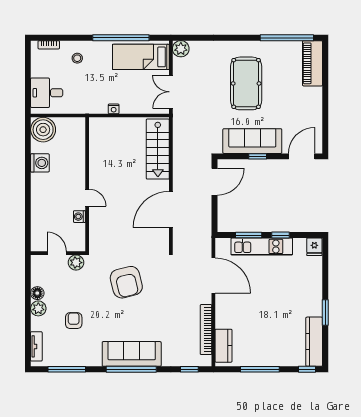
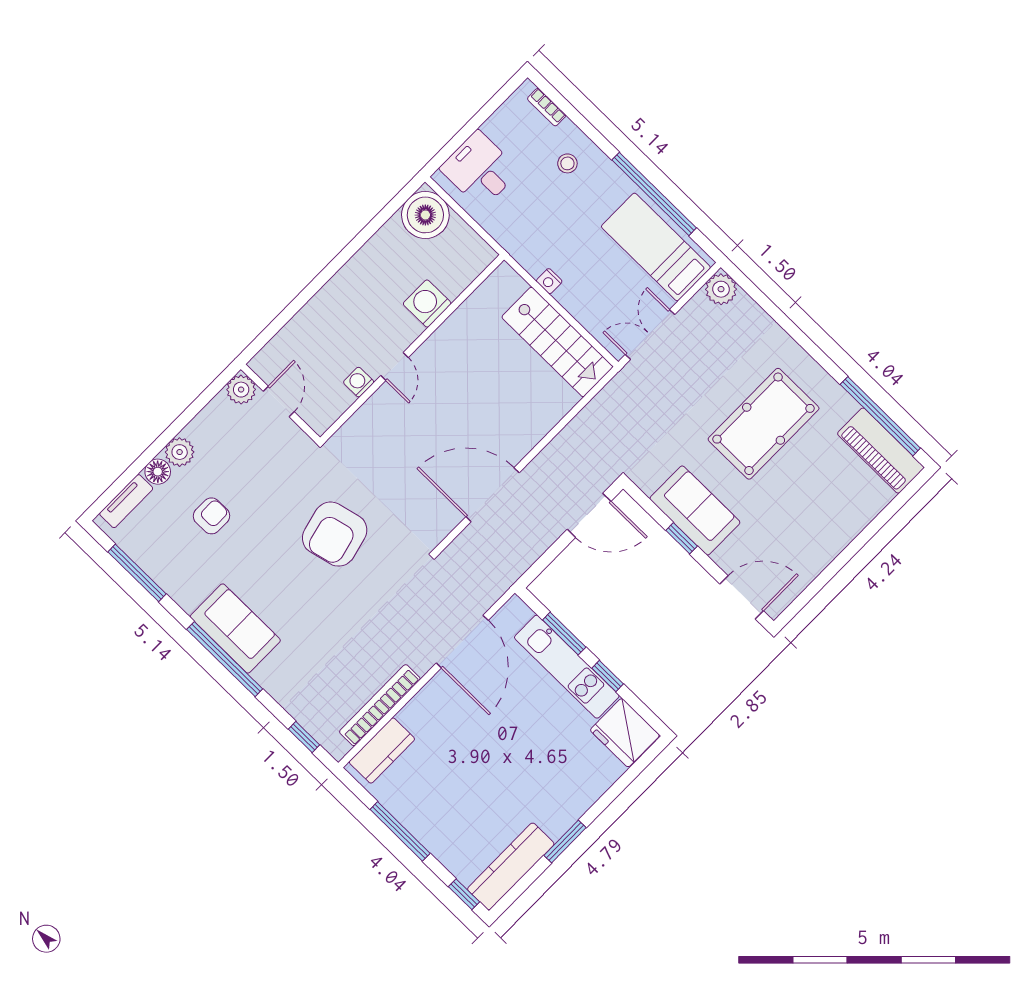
piano: (313, 63) -> (881, 451), moved, turned -90
sofa: (252, 141) -> (695, 510), width x0.73
stairs: (158, 149) -> (557, 342), moved, turned -90
washing machine: (40, 163) -> (427, 304), moved, turned 180
fridge: (314, 247) -> (625, 733), width x1.88, depth x1.34
plant: (76, 263) -> (241, 390), moved
floor lamp: (37, 293) -> (158, 472), moved
sofa: (132, 354) -> (235, 628), width x0.73

